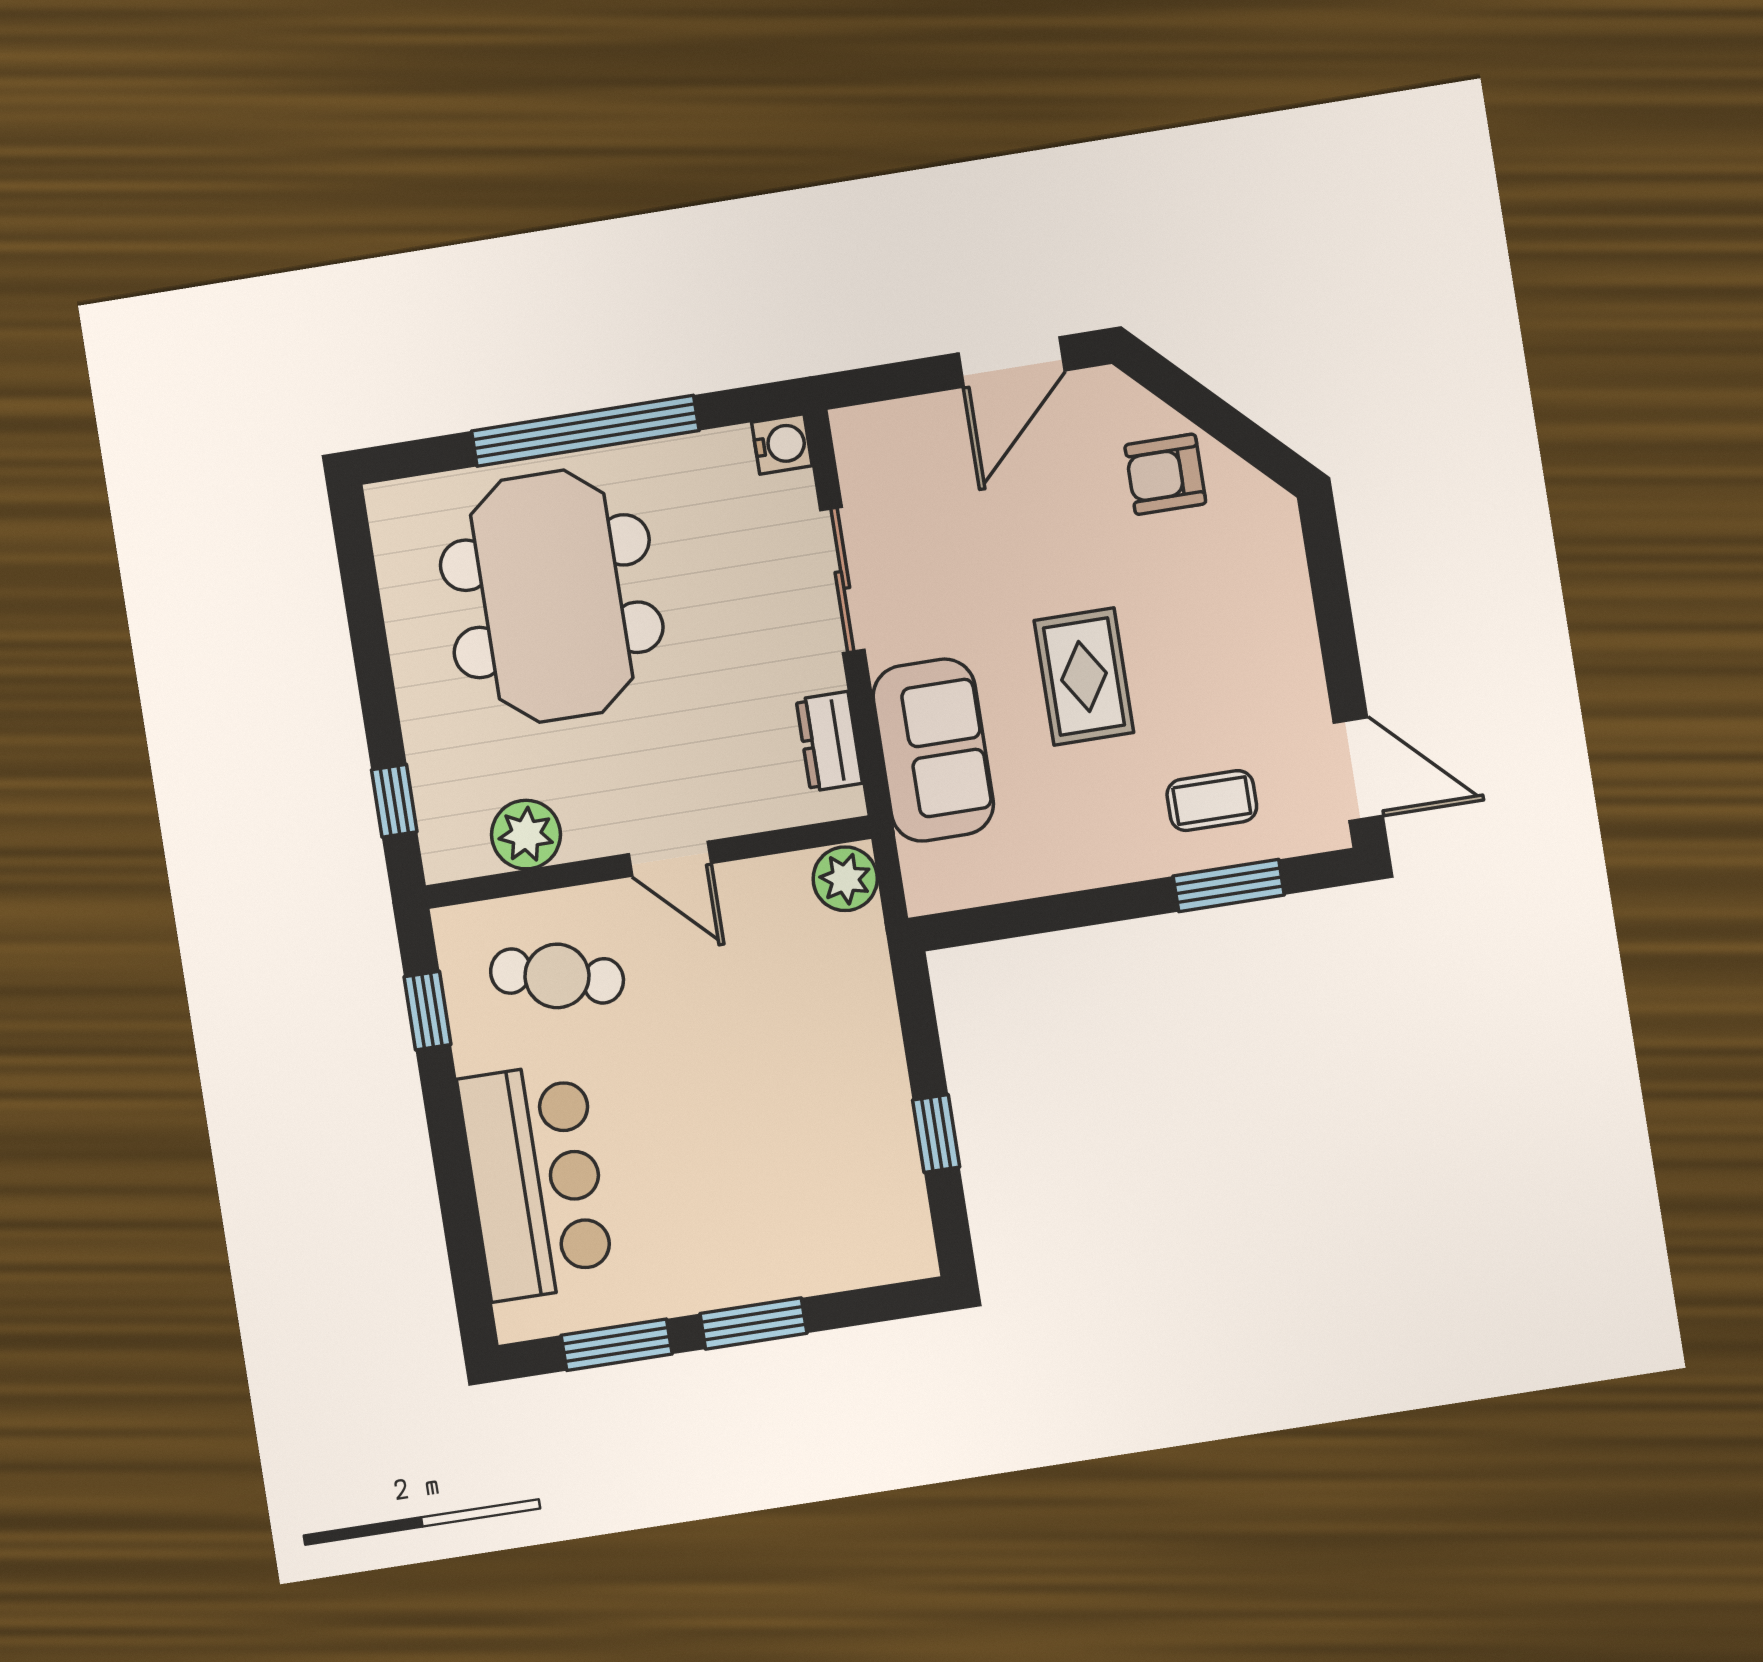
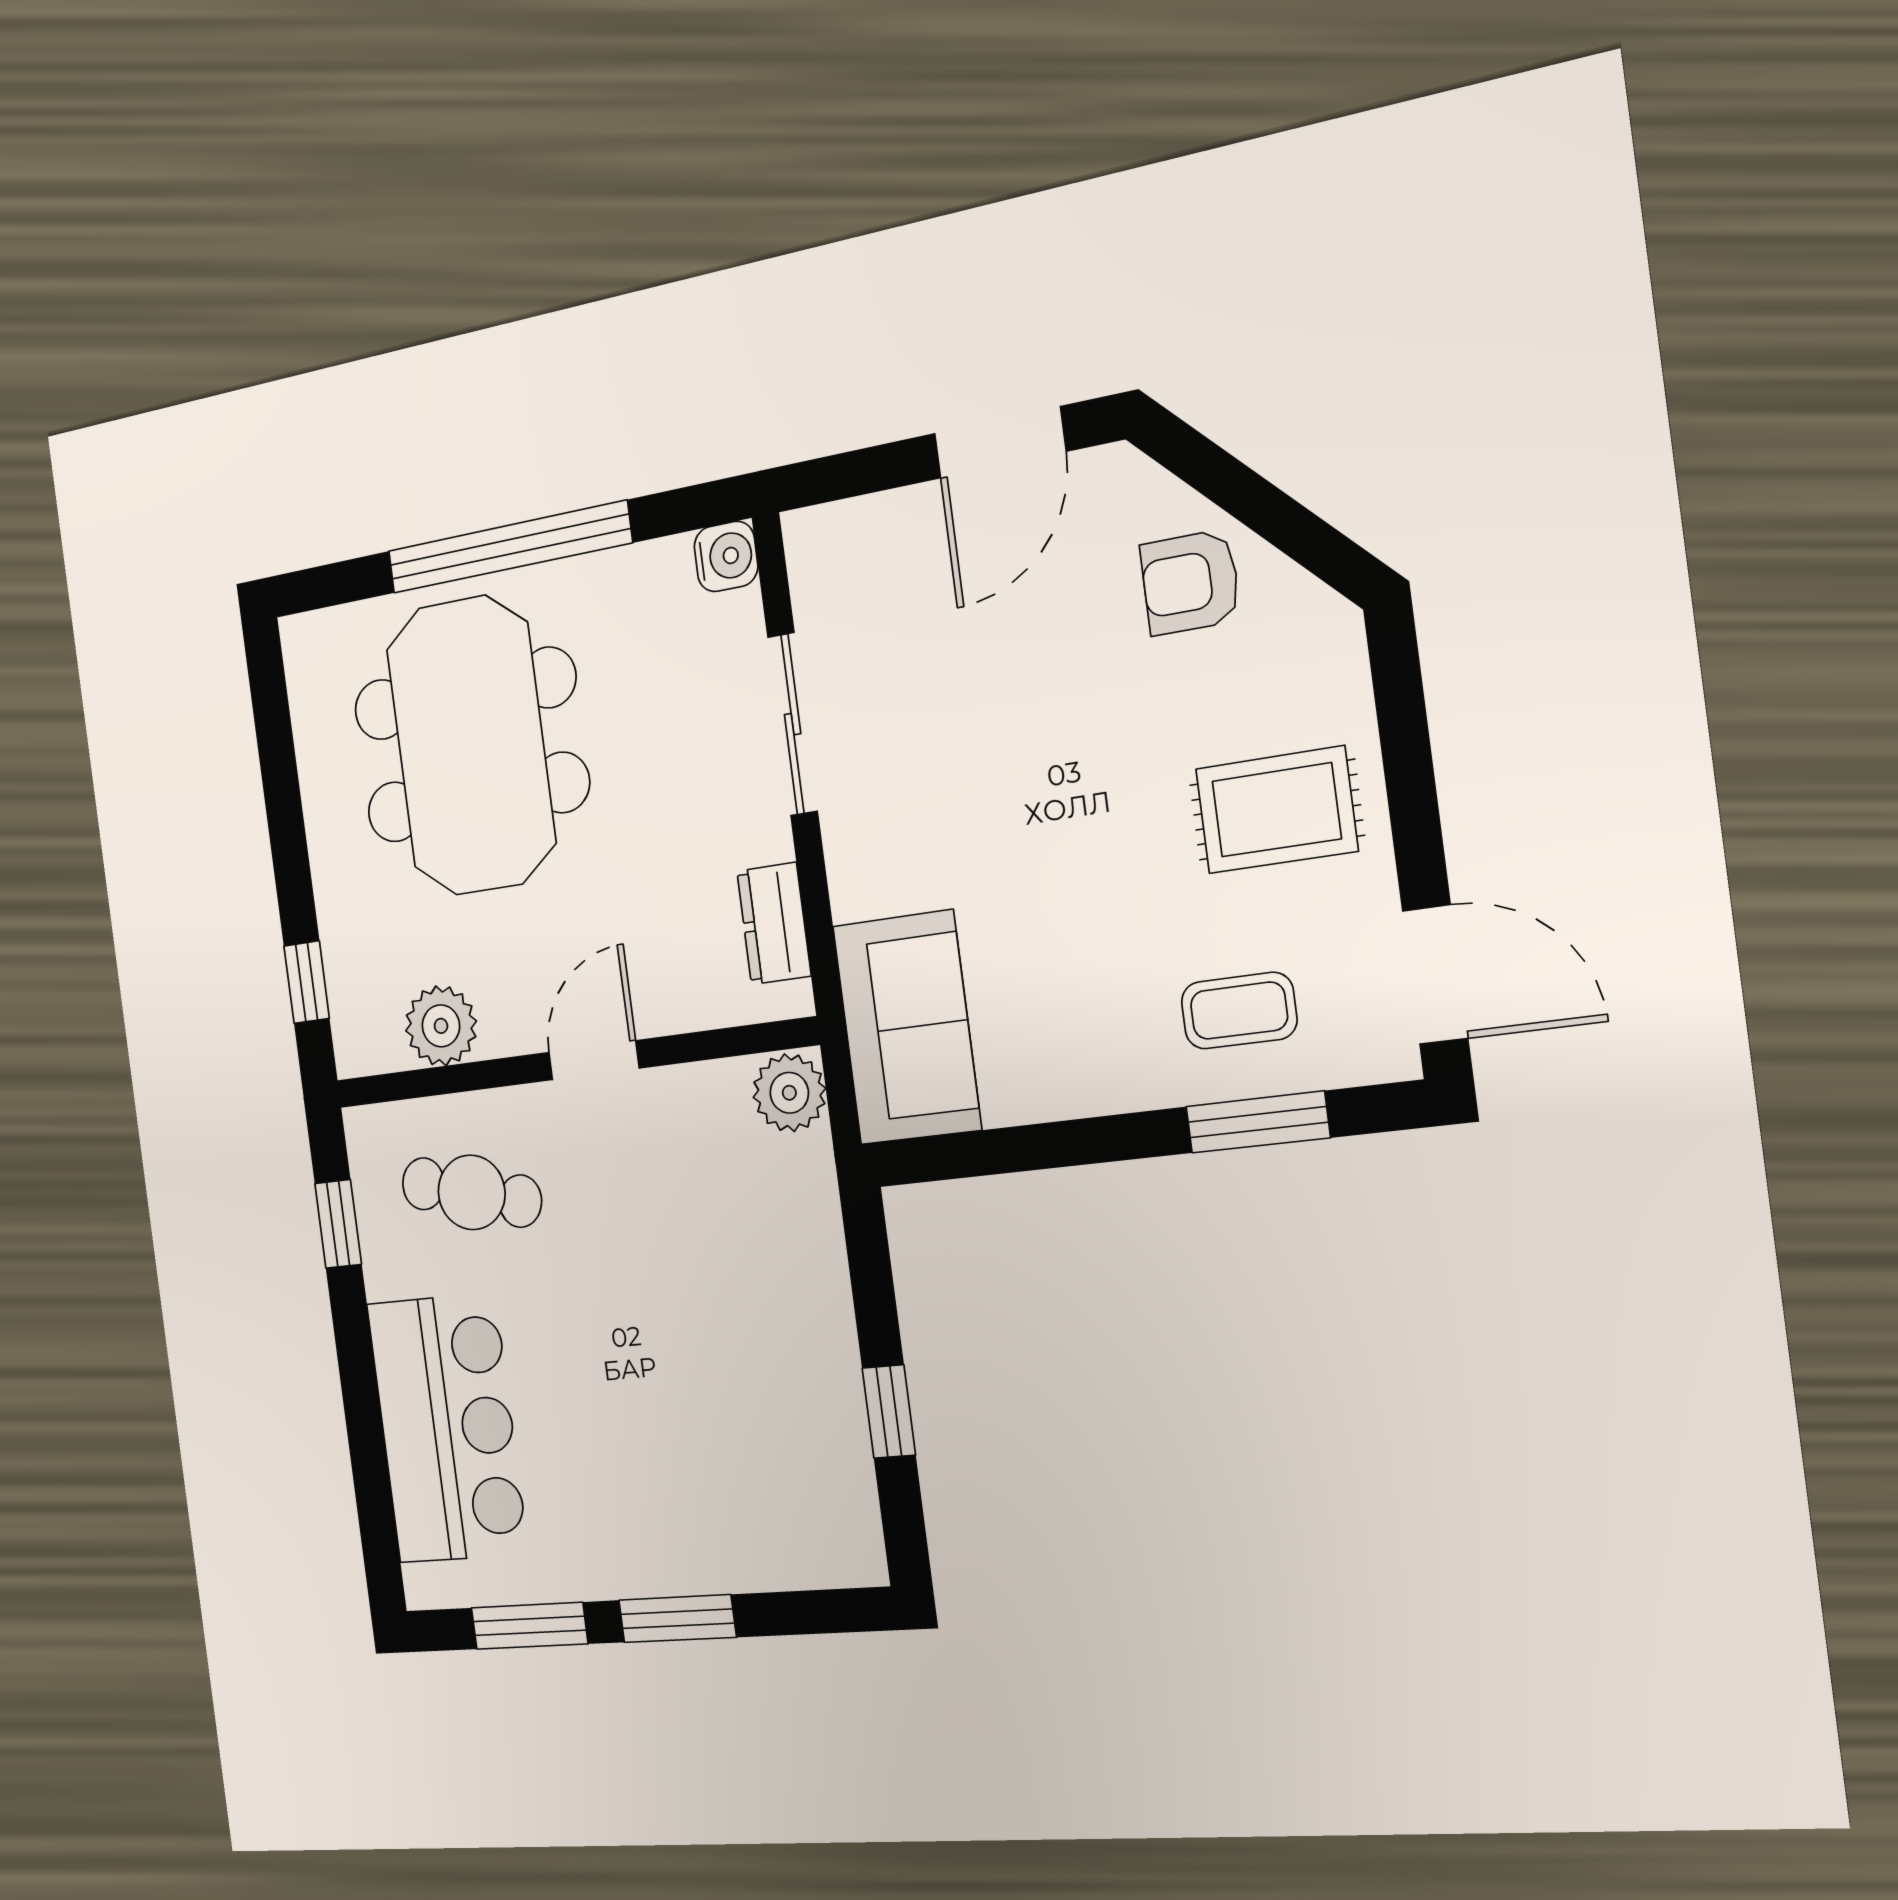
rug: (1084, 676) -> (1276, 810), moved, turned 90
sofa: (933, 750) -> (907, 1028), moved
door: (670, 859) -> (594, 1060), swing flipped

